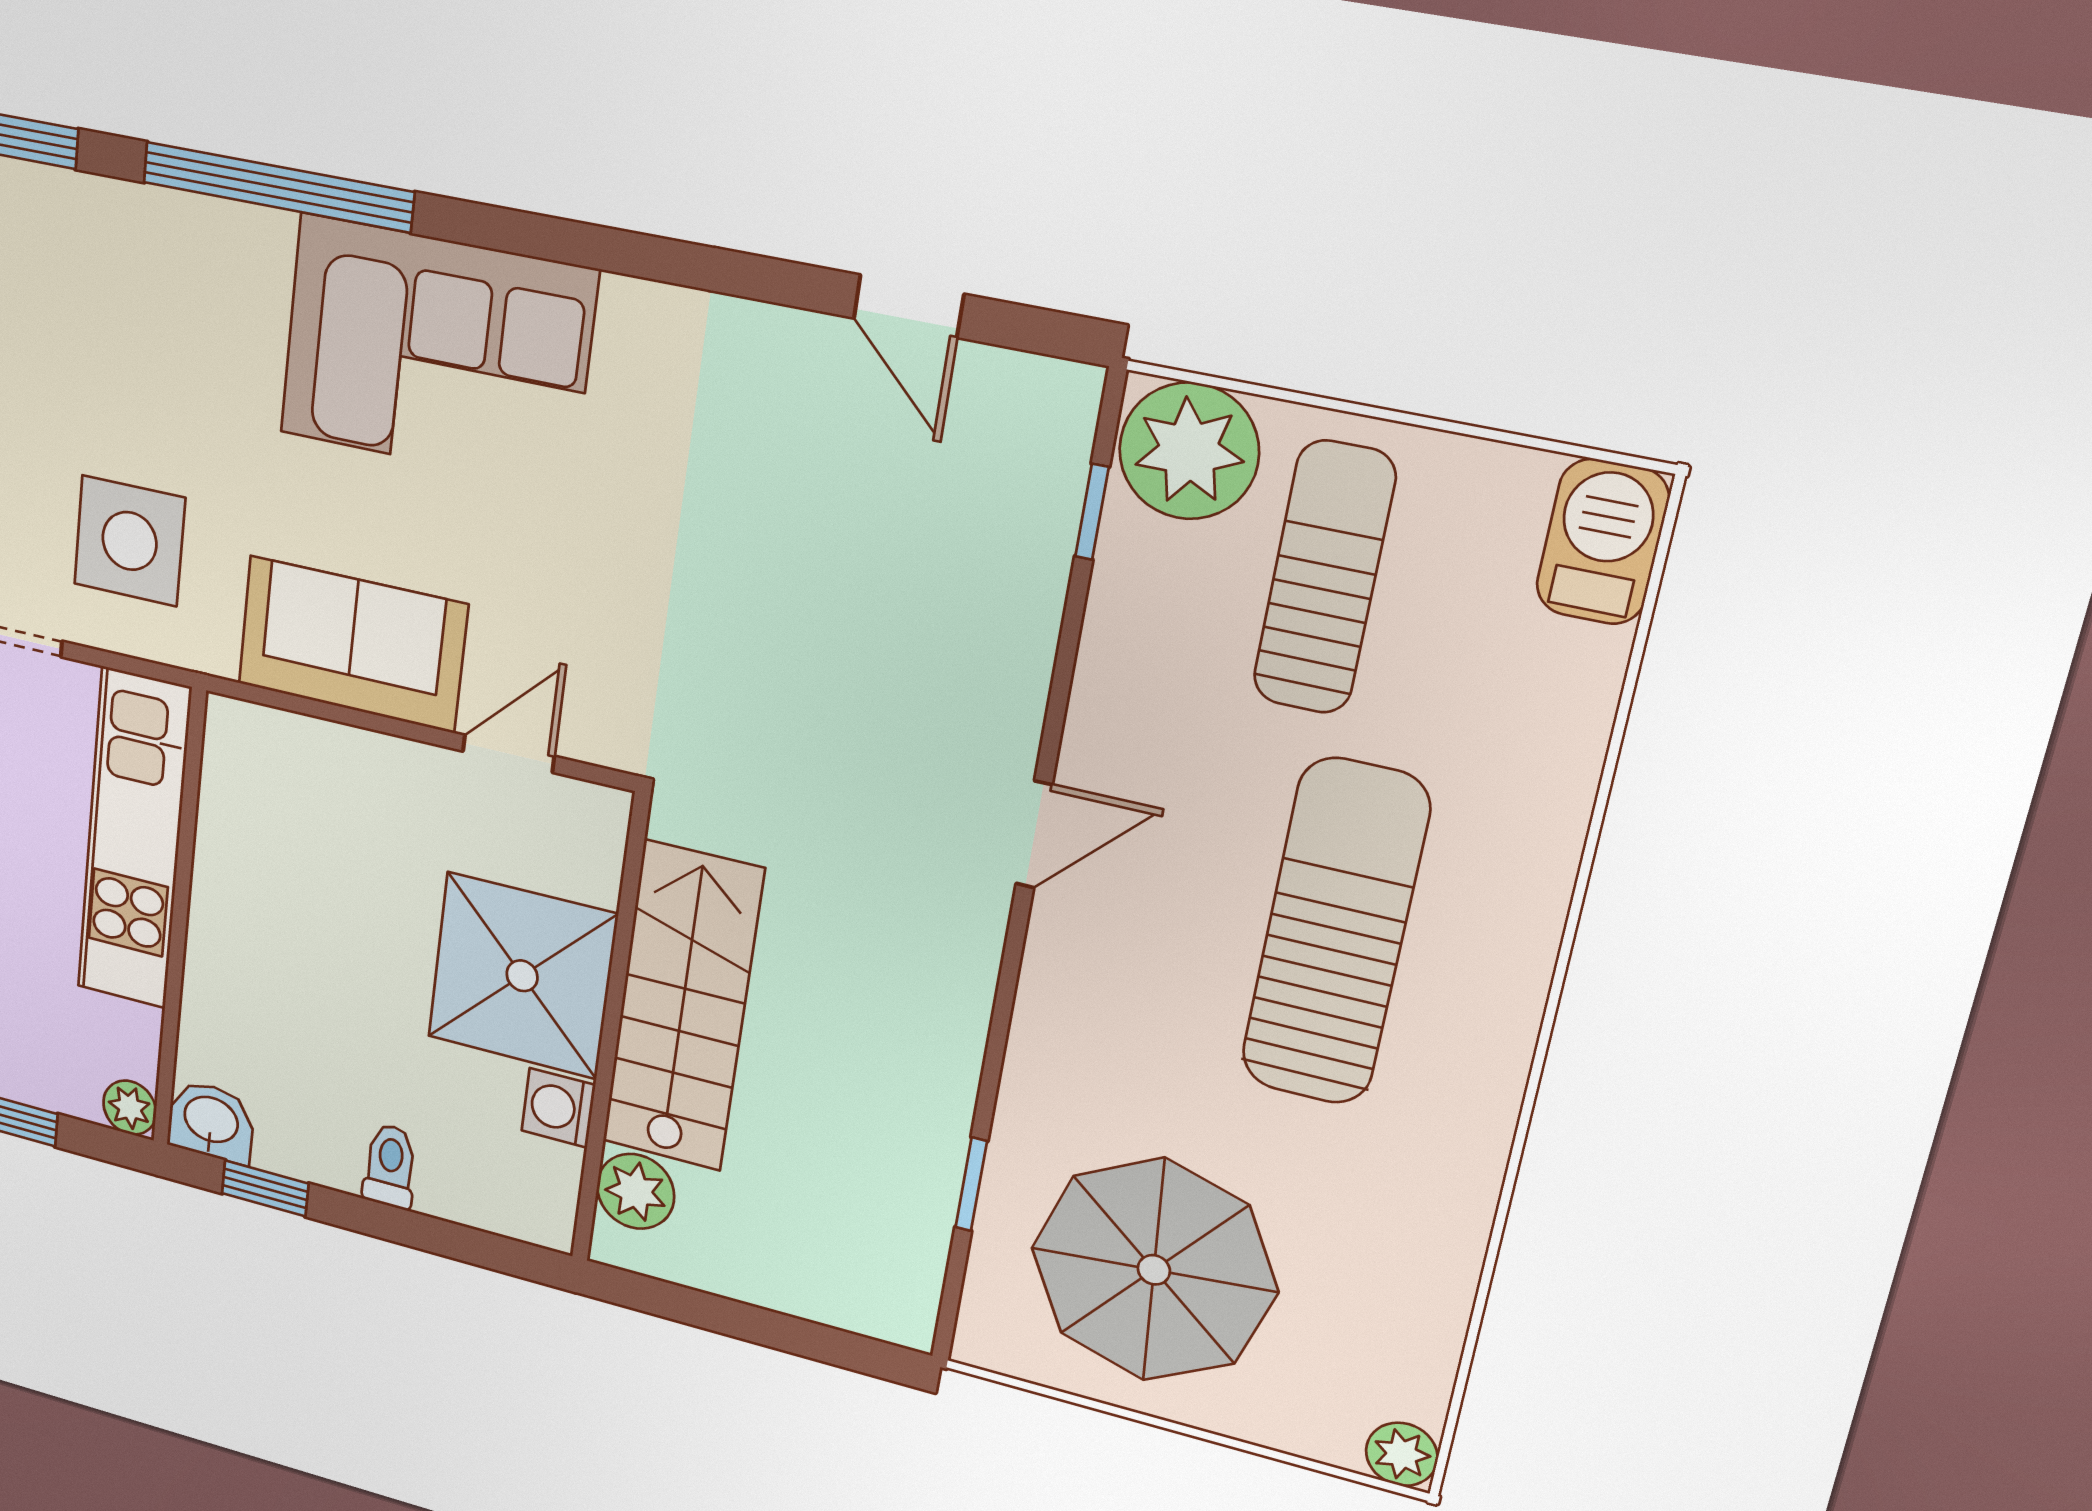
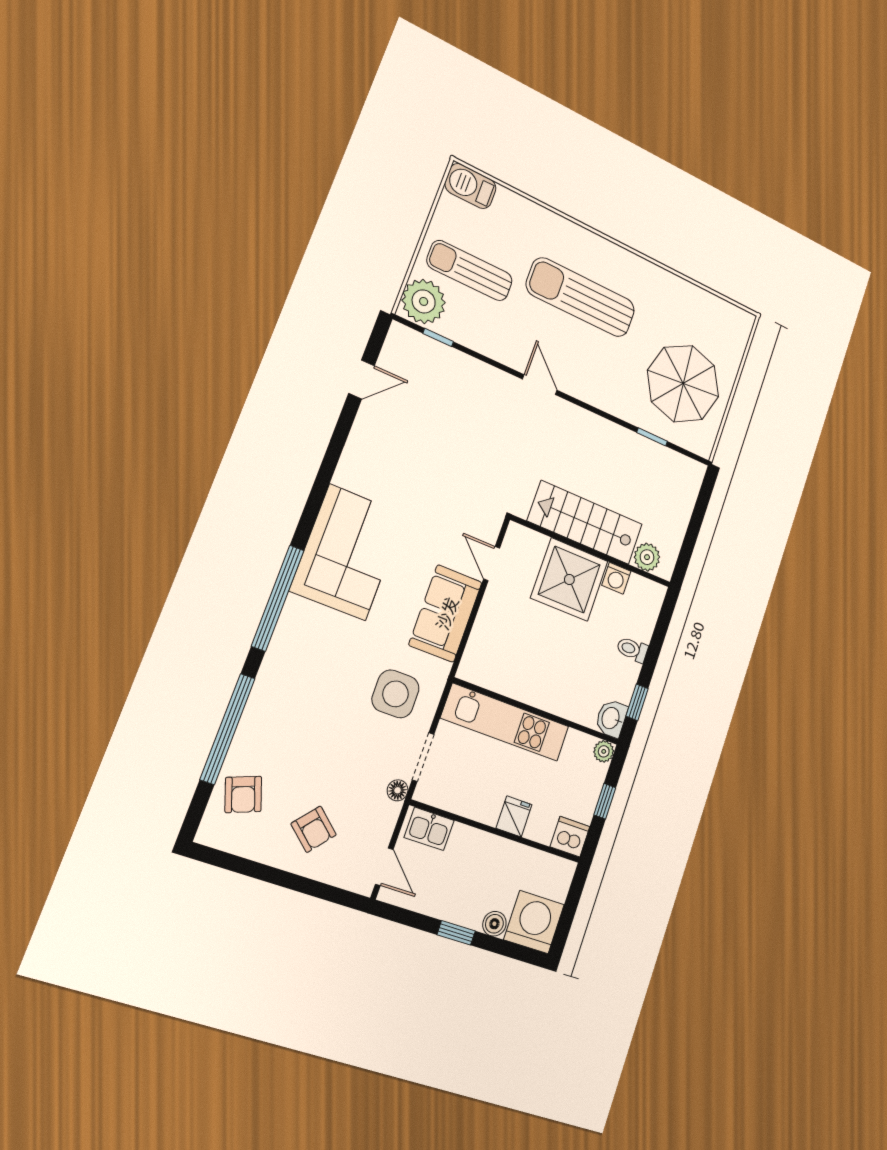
plant: (1402, 1454) -> (744, 321), removed

